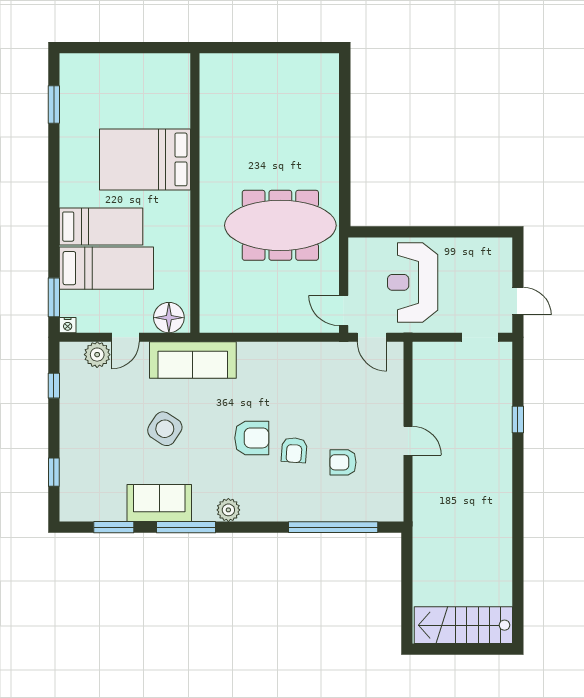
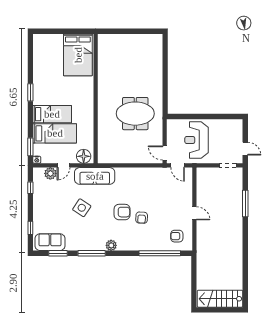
window: (54, 104) -> (30, 92), moved
bed: (145, 159) -> (78, 55), moved, turned -90
meeting table: (280, 225) -> (135, 114), width x0.73
window: (518, 419) -> (245, 203), width x2.17
armchair: (343, 462) -> (177, 236), moved
sofa: (159, 503) -> (50, 242), moved

